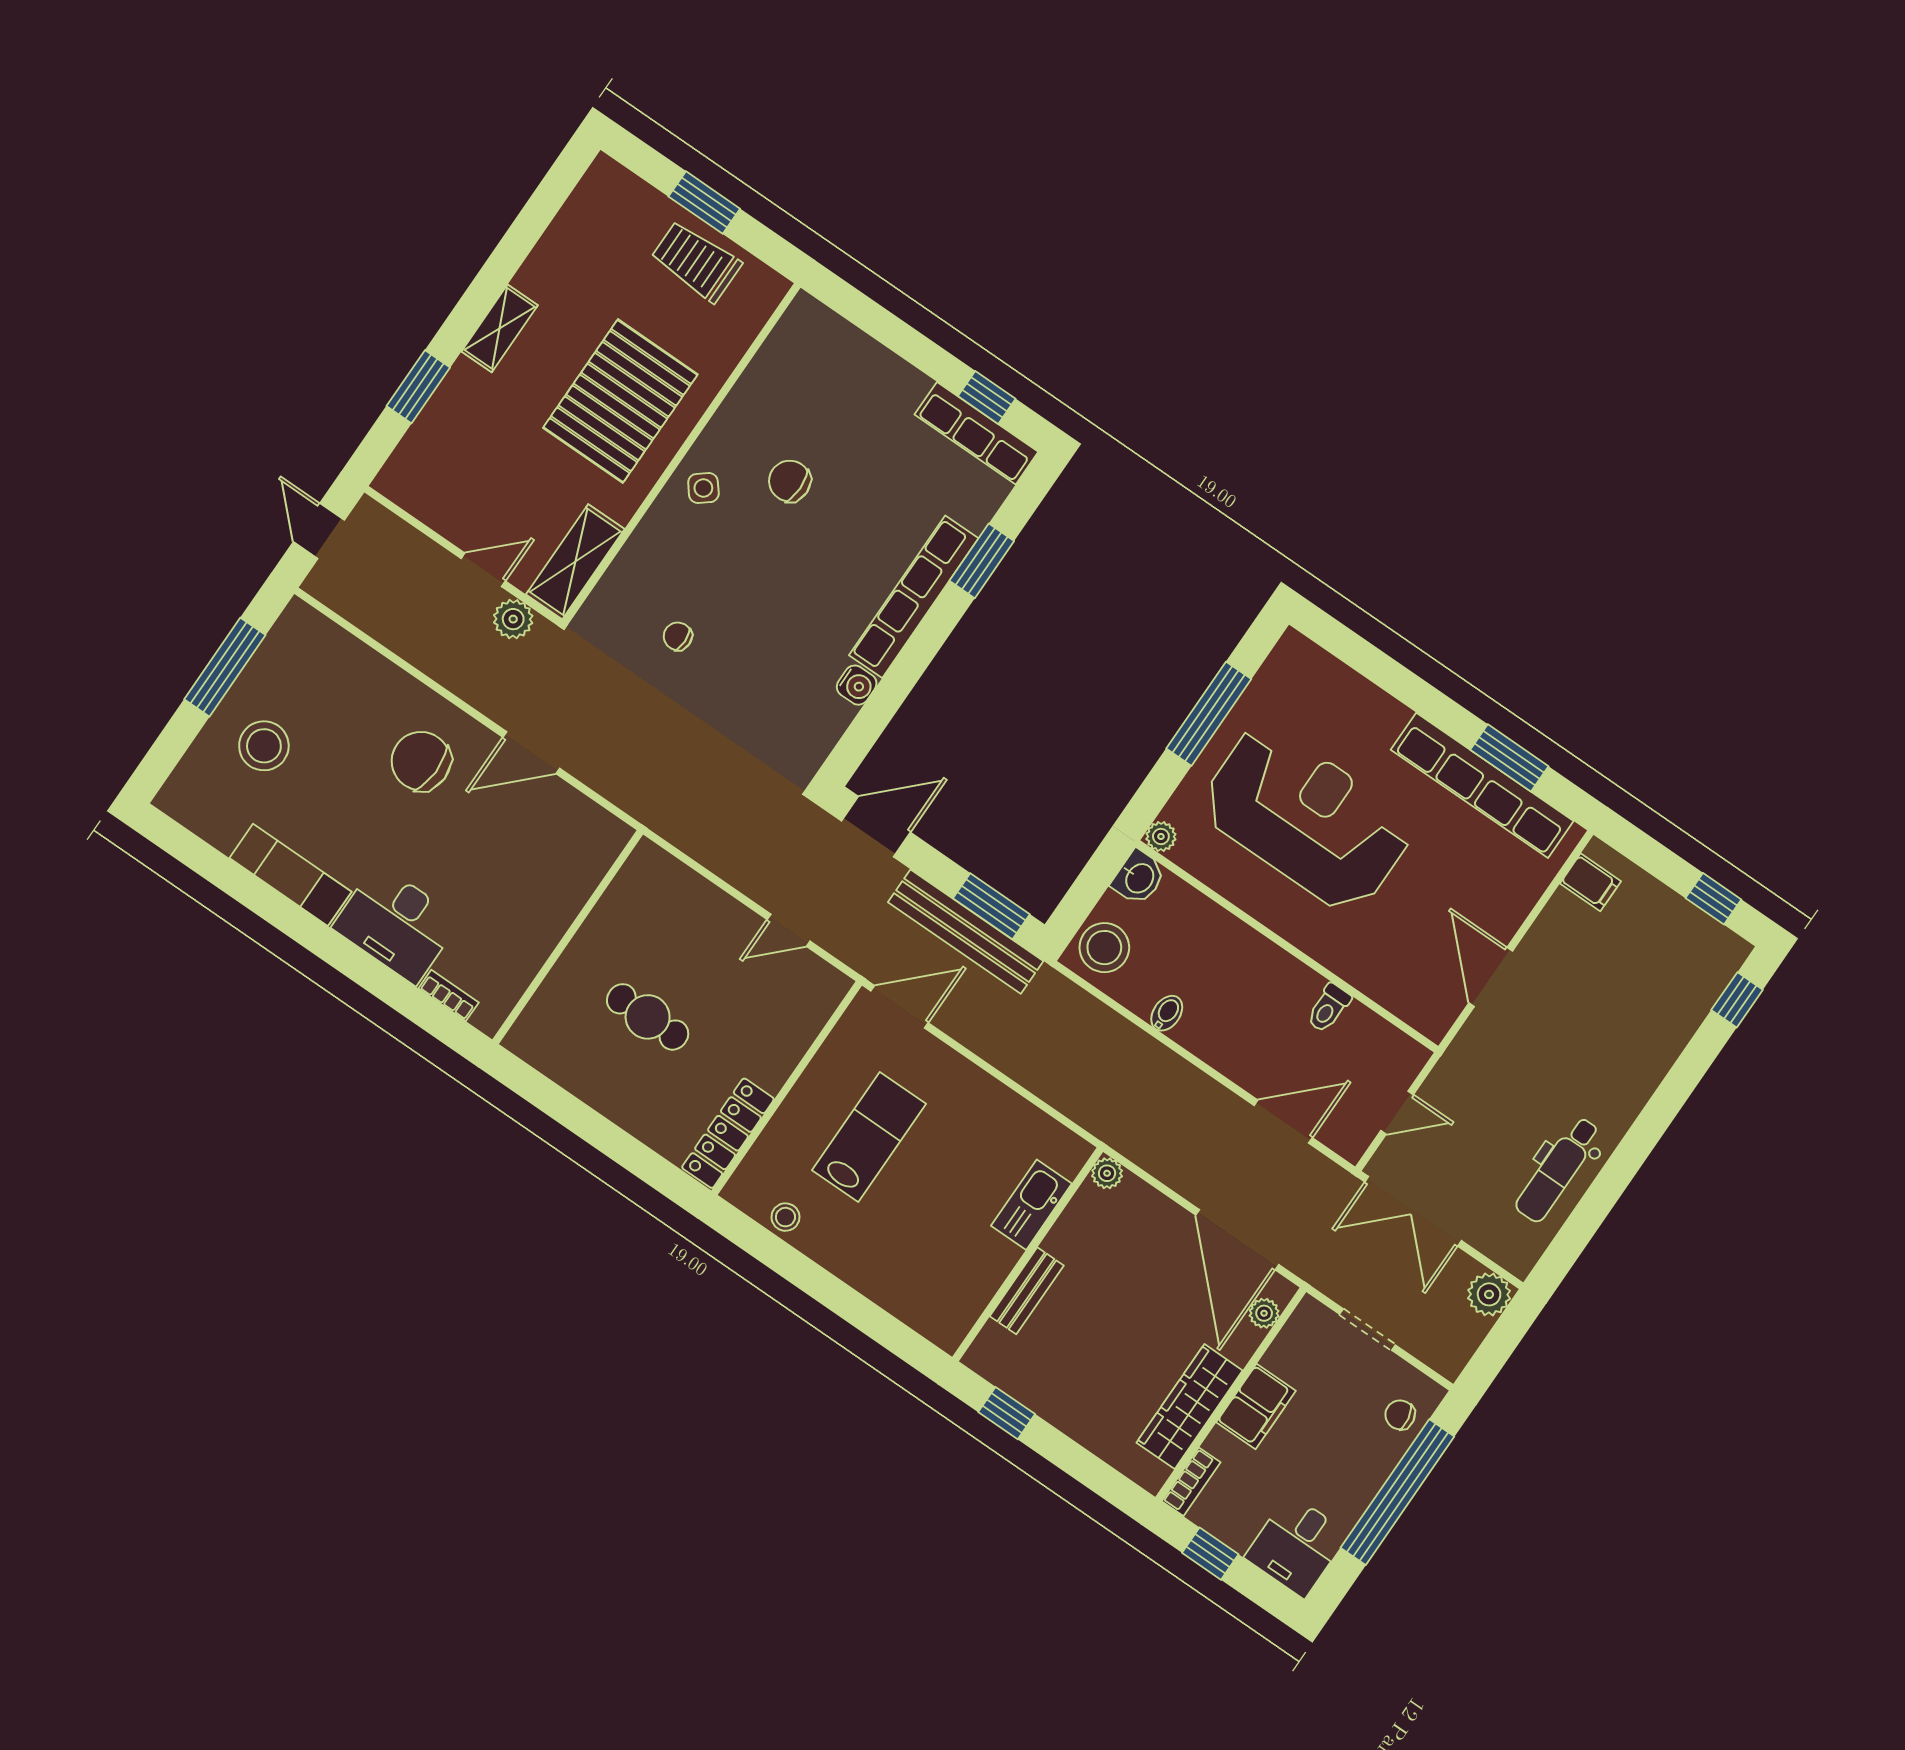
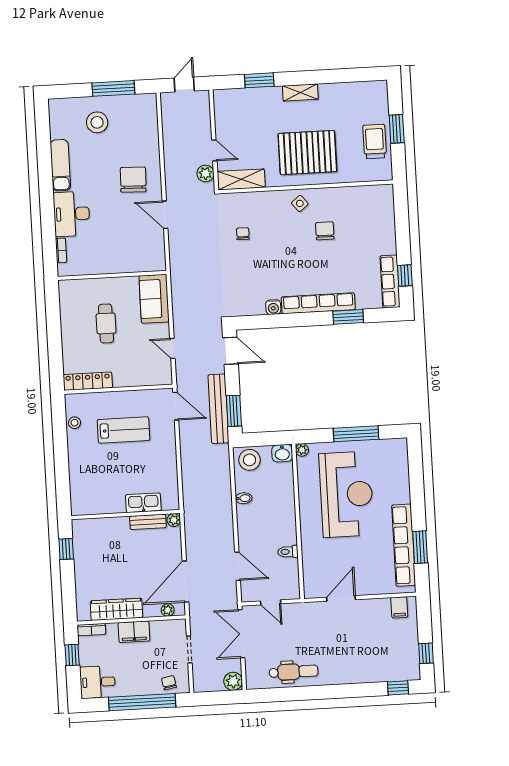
sofa: (671, 893) -> (154, 299), added
dental chair: (1558, 1169) -> (293, 672), turned 180
bench: (1027, 1291) -> (148, 522), moved

